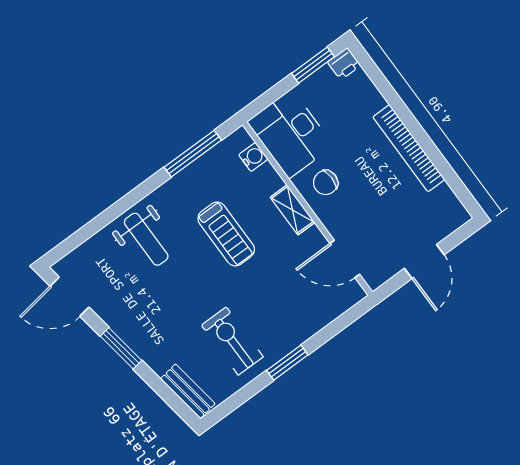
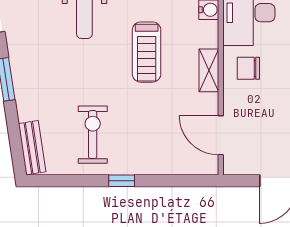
window: (287, 363) -> (122, 181), width x0.67

